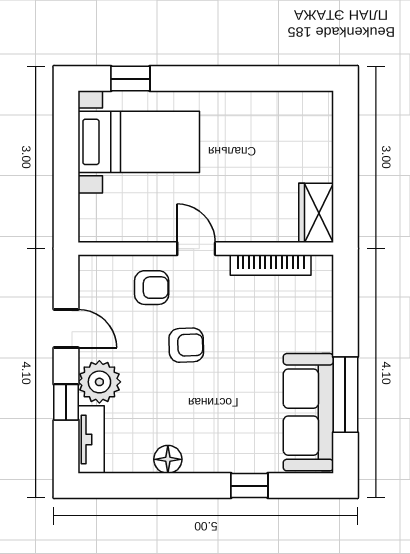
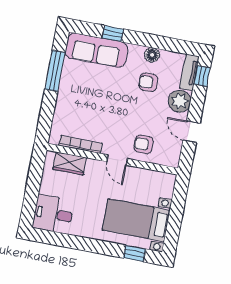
desk: (298, 124) -> (53, 214), added
wardrobe: (316, 213) -> (70, 163), moved, turned 90
armchair: (186, 345) -> (148, 82), moved
window: (66, 402) -> (202, 76), moved
sofa: (308, 412) -> (96, 50), moved, turned 90

